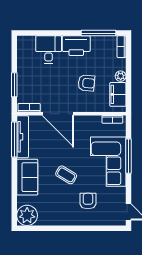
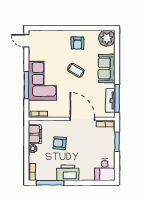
desk: (49, 49) -> (105, 170), moved
tv unit: (23, 137) -> (110, 101), width x0.71
armchair: (88, 201) -> (77, 43), moved

